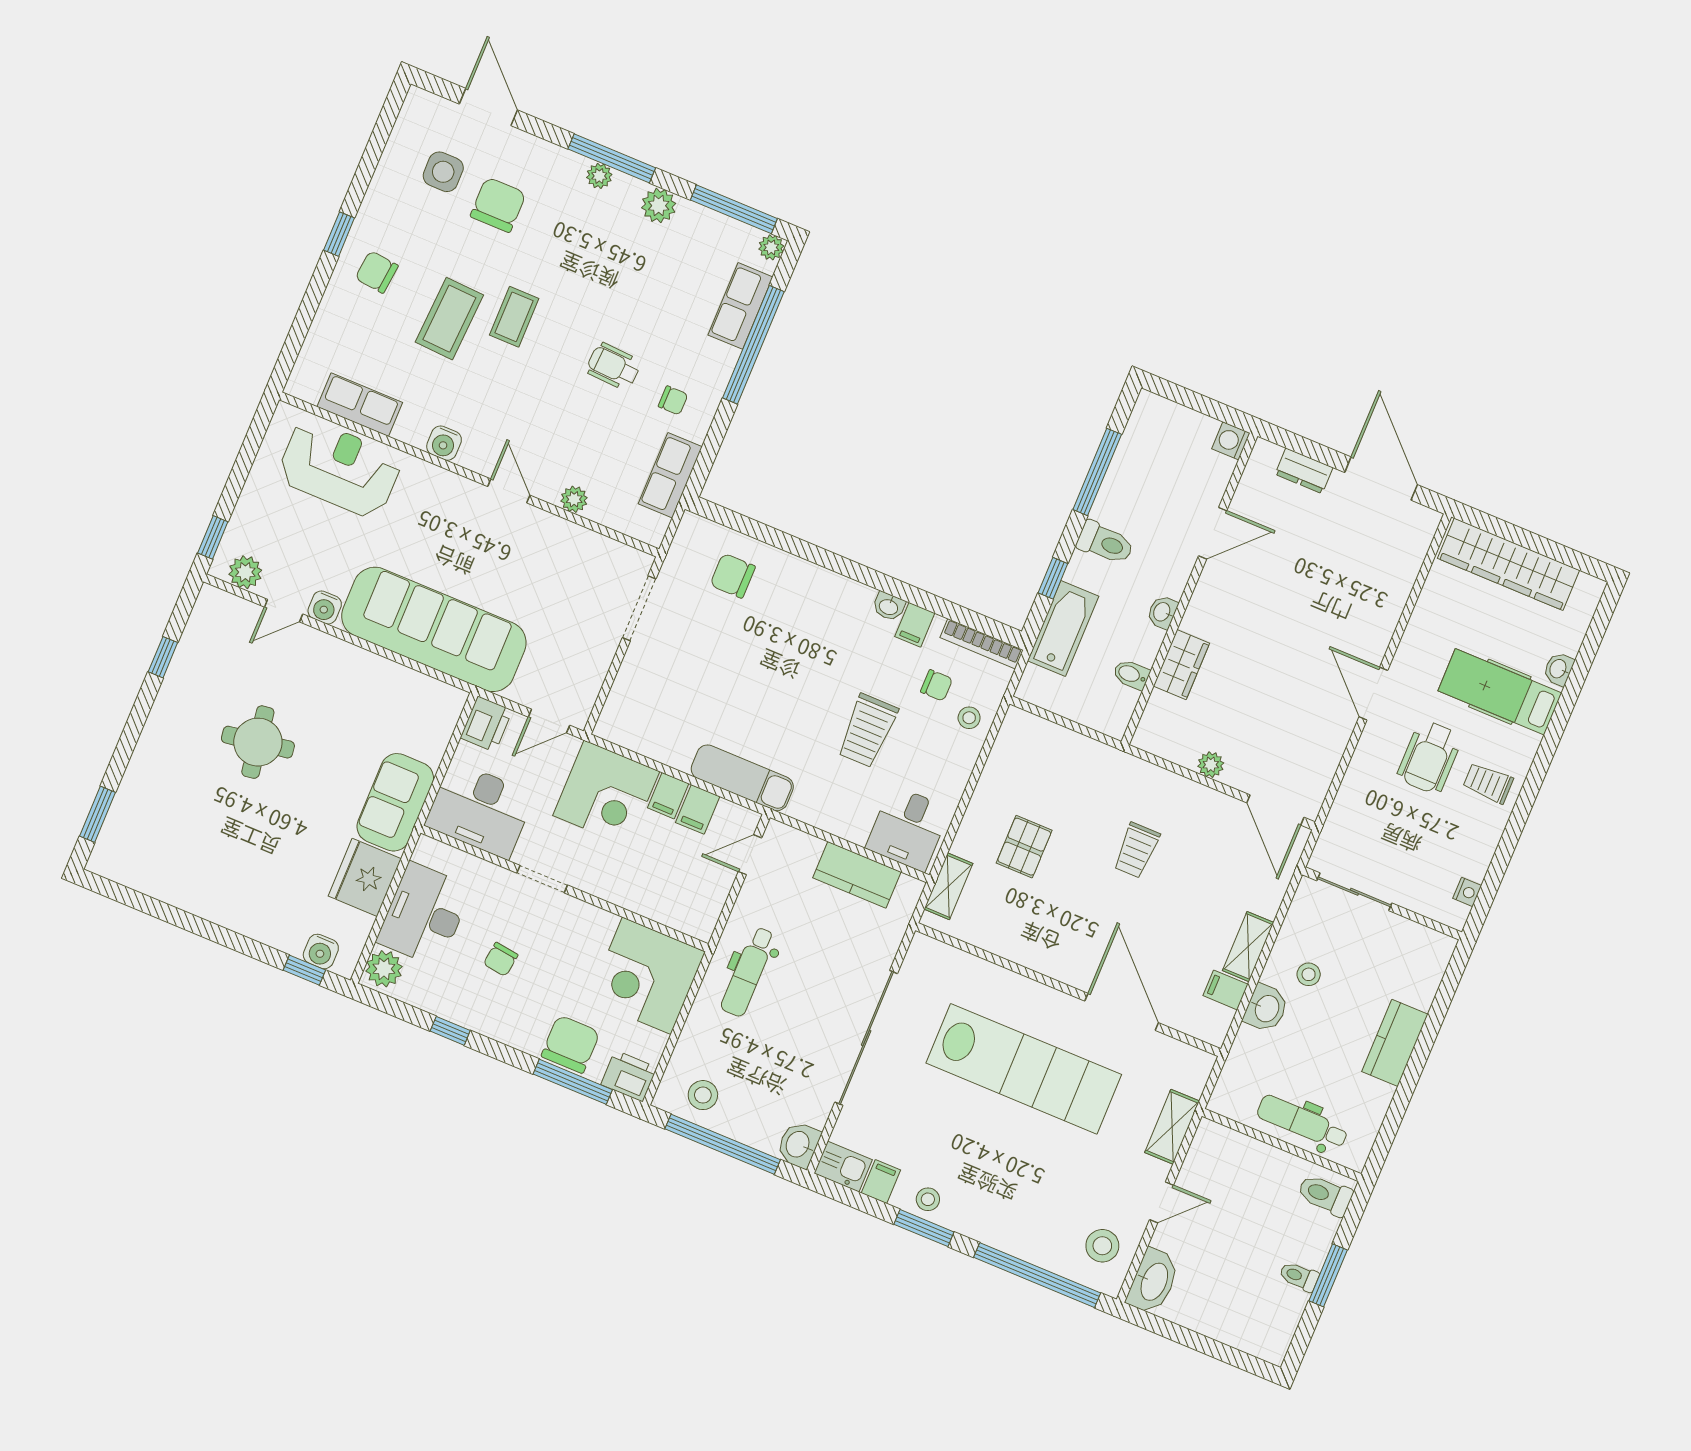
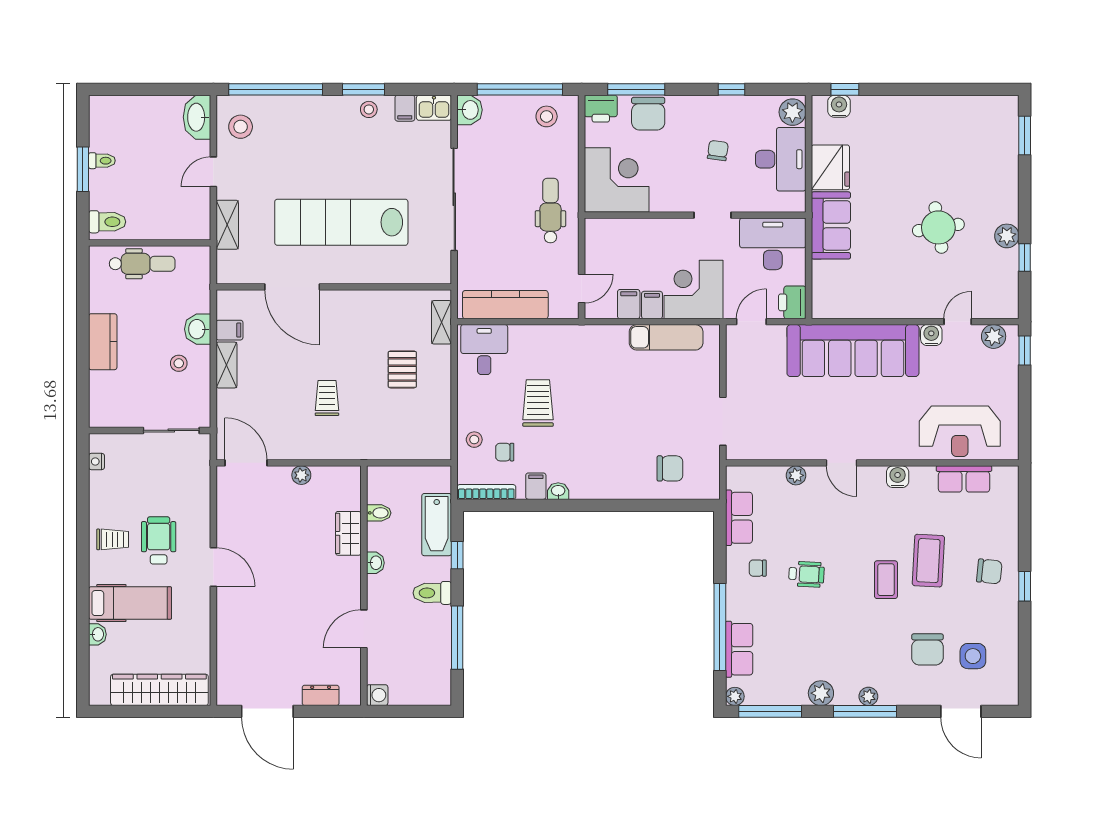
plant: (174, 695) -> (1007, 236), added
exam couch: (742, 778) -> (666, 337), moved
kitchen counter: (857, 875) -> (505, 305), width x1.50

